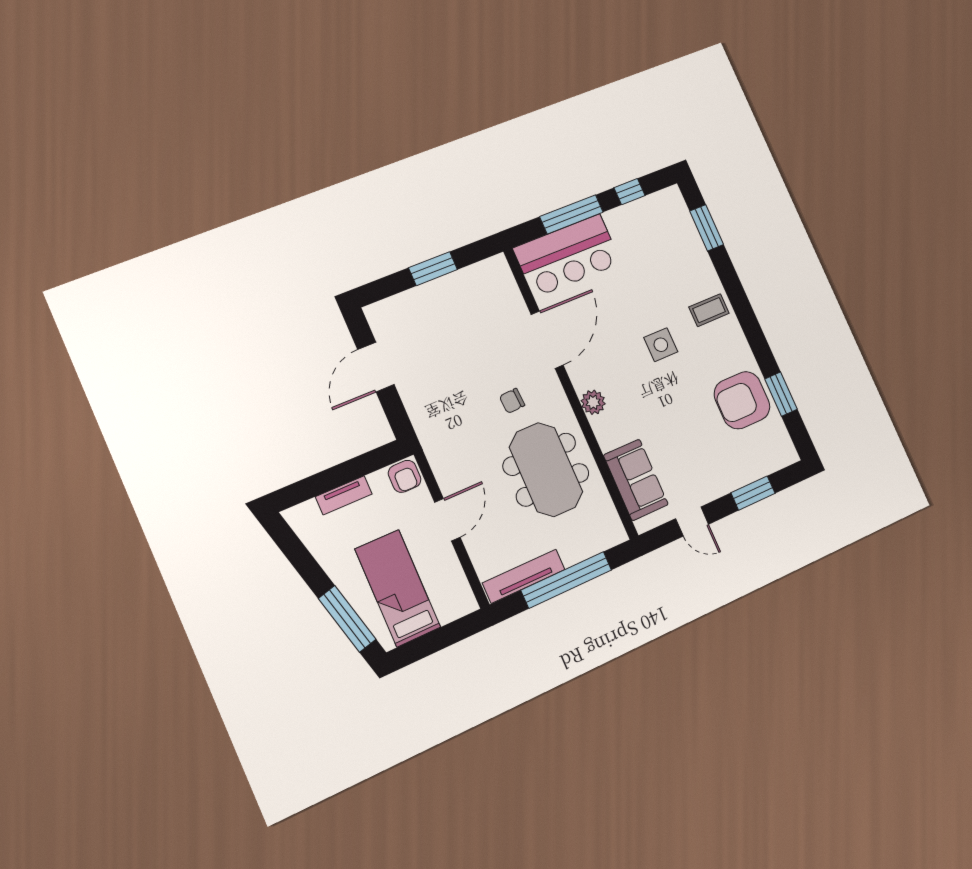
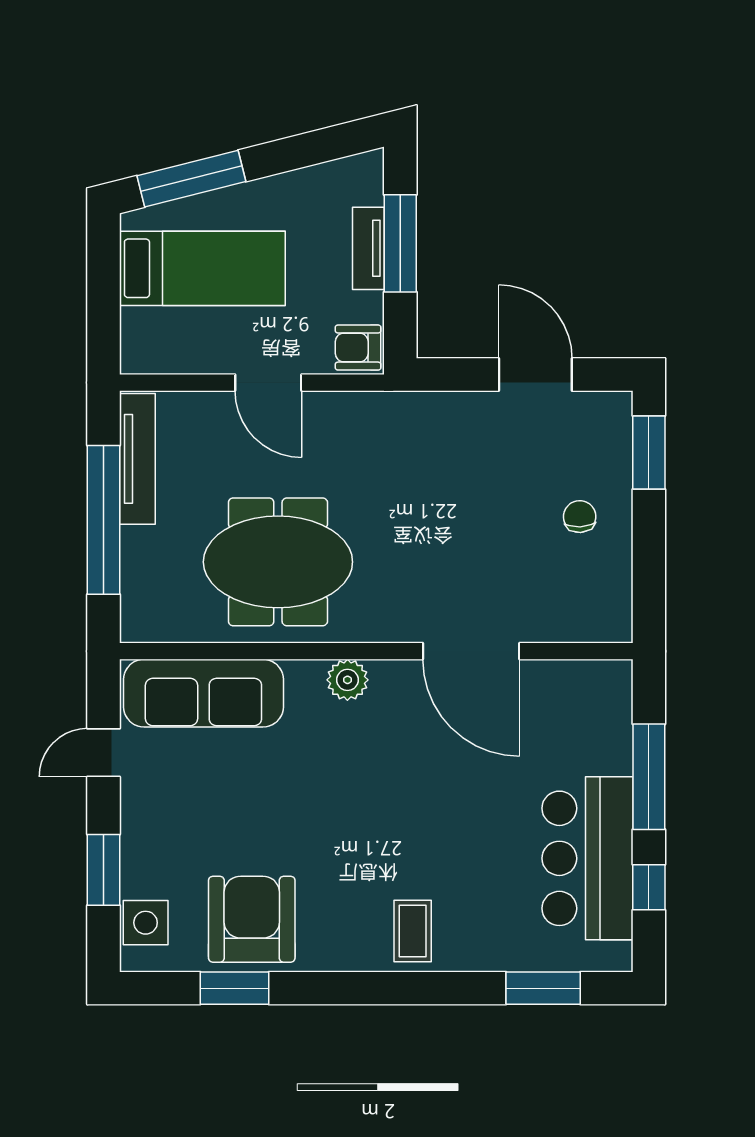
bar counter: (567, 256) -> (587, 858), moved
window: (433, 269) -> (649, 453), moved
side table: (661, 345) -> (146, 923), moved
chair: (512, 401) -> (580, 517), moved
window: (333, 478) -> (400, 243), added
sofa: (636, 480) -> (203, 693), width x1.36

